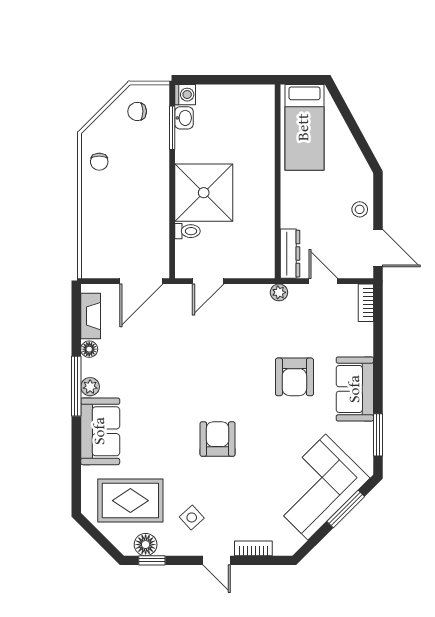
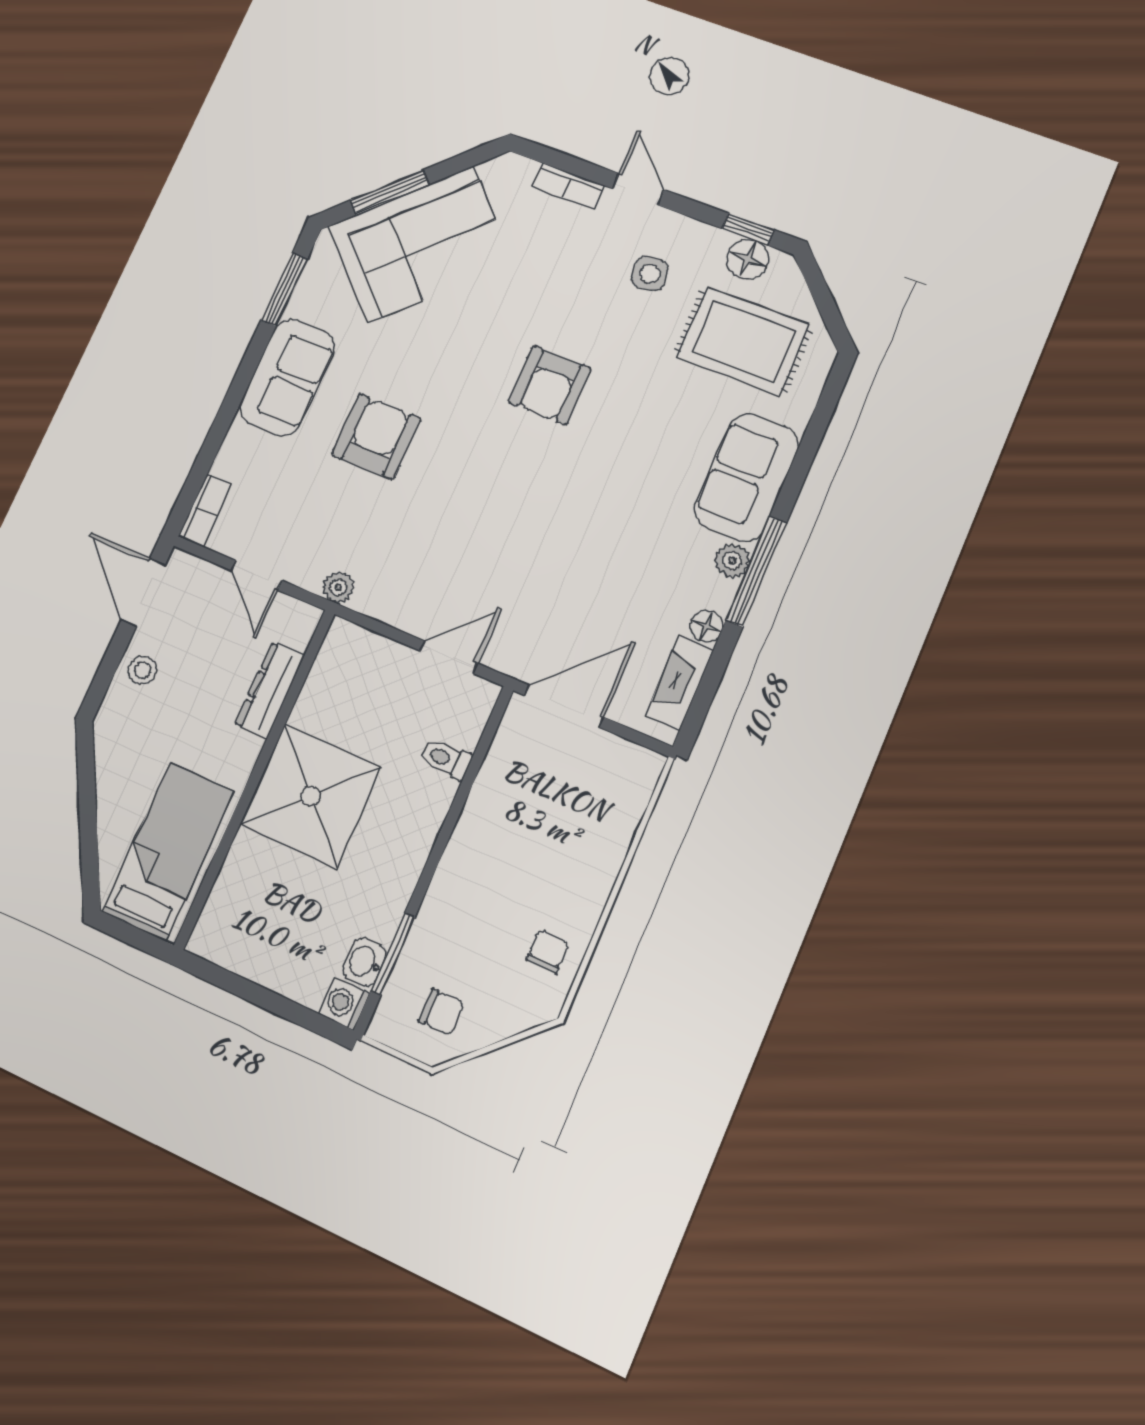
shower: (204, 193) -> (311, 796), moved
dresser: (290, 254) -> (270, 690), moved
side table: (192, 517) -> (650, 274), turned 37

